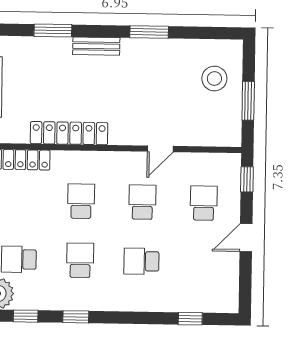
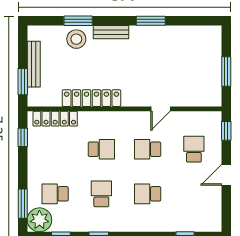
stool: (214, 79) -> (76, 39), moved
school desk: (81, 201) -> (101, 149), turned 90
school desk: (142, 202) -> (148, 149), turned -90

